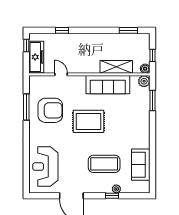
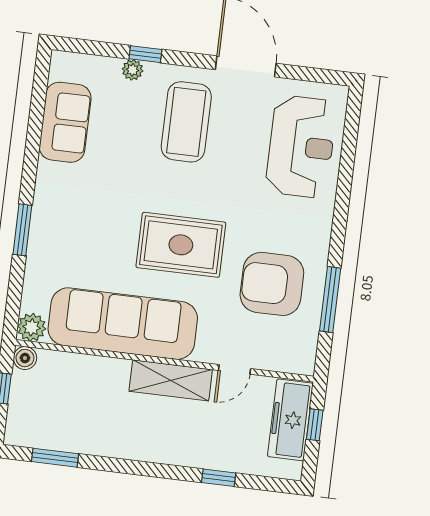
window: (26, 46) -> (315, 425), moved
shelving: (116, 67) -> (171, 380), moved
door: (61, 74) -> (234, 369), hinge flipped
sofa: (108, 85) -> (123, 324), width x1.36, depth x1.27
window: (152, 100) -> (22, 230), moved
coffee table: (104, 164) -> (186, 122), moved, turned 90

